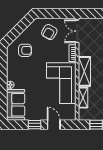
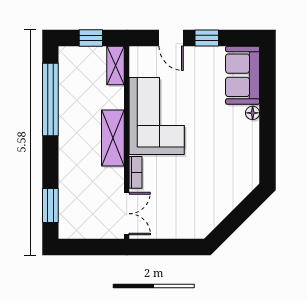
armchair: (49, 32) -> (179, 212), removed
armchair: (25, 50) -> (225, 178), removed
shelving: (83, 98) -> (115, 65), moved

